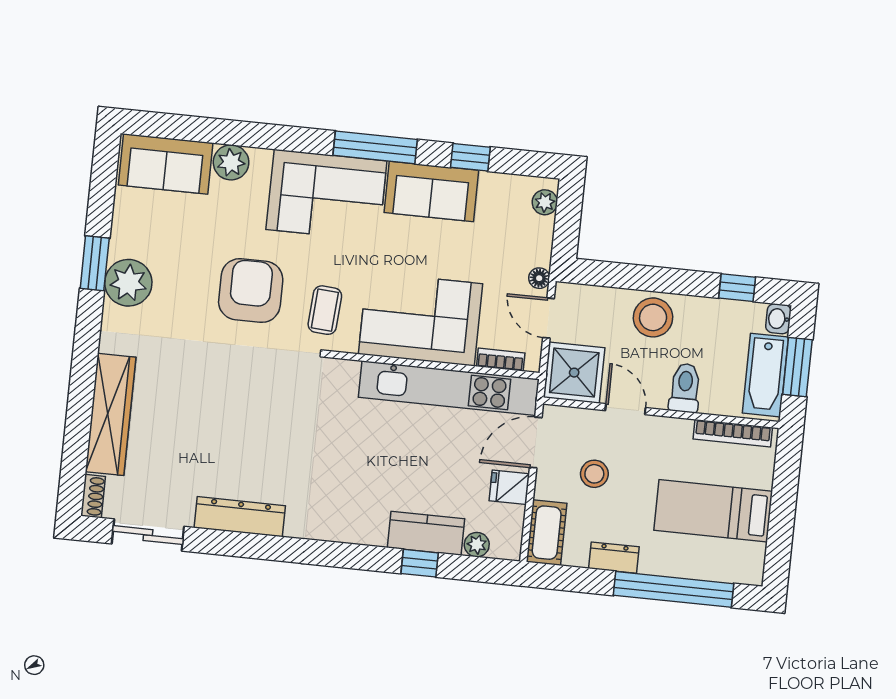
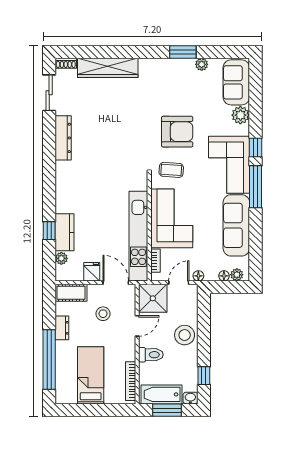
window: (470, 157) -> (255, 148), moved
sofa: (431, 191) -> (236, 225), width x1.36
floor lamp: (544, 228) -> (224, 276), added
plant: (128, 283) -> (202, 64), moved, width x0.53, depth x0.53

